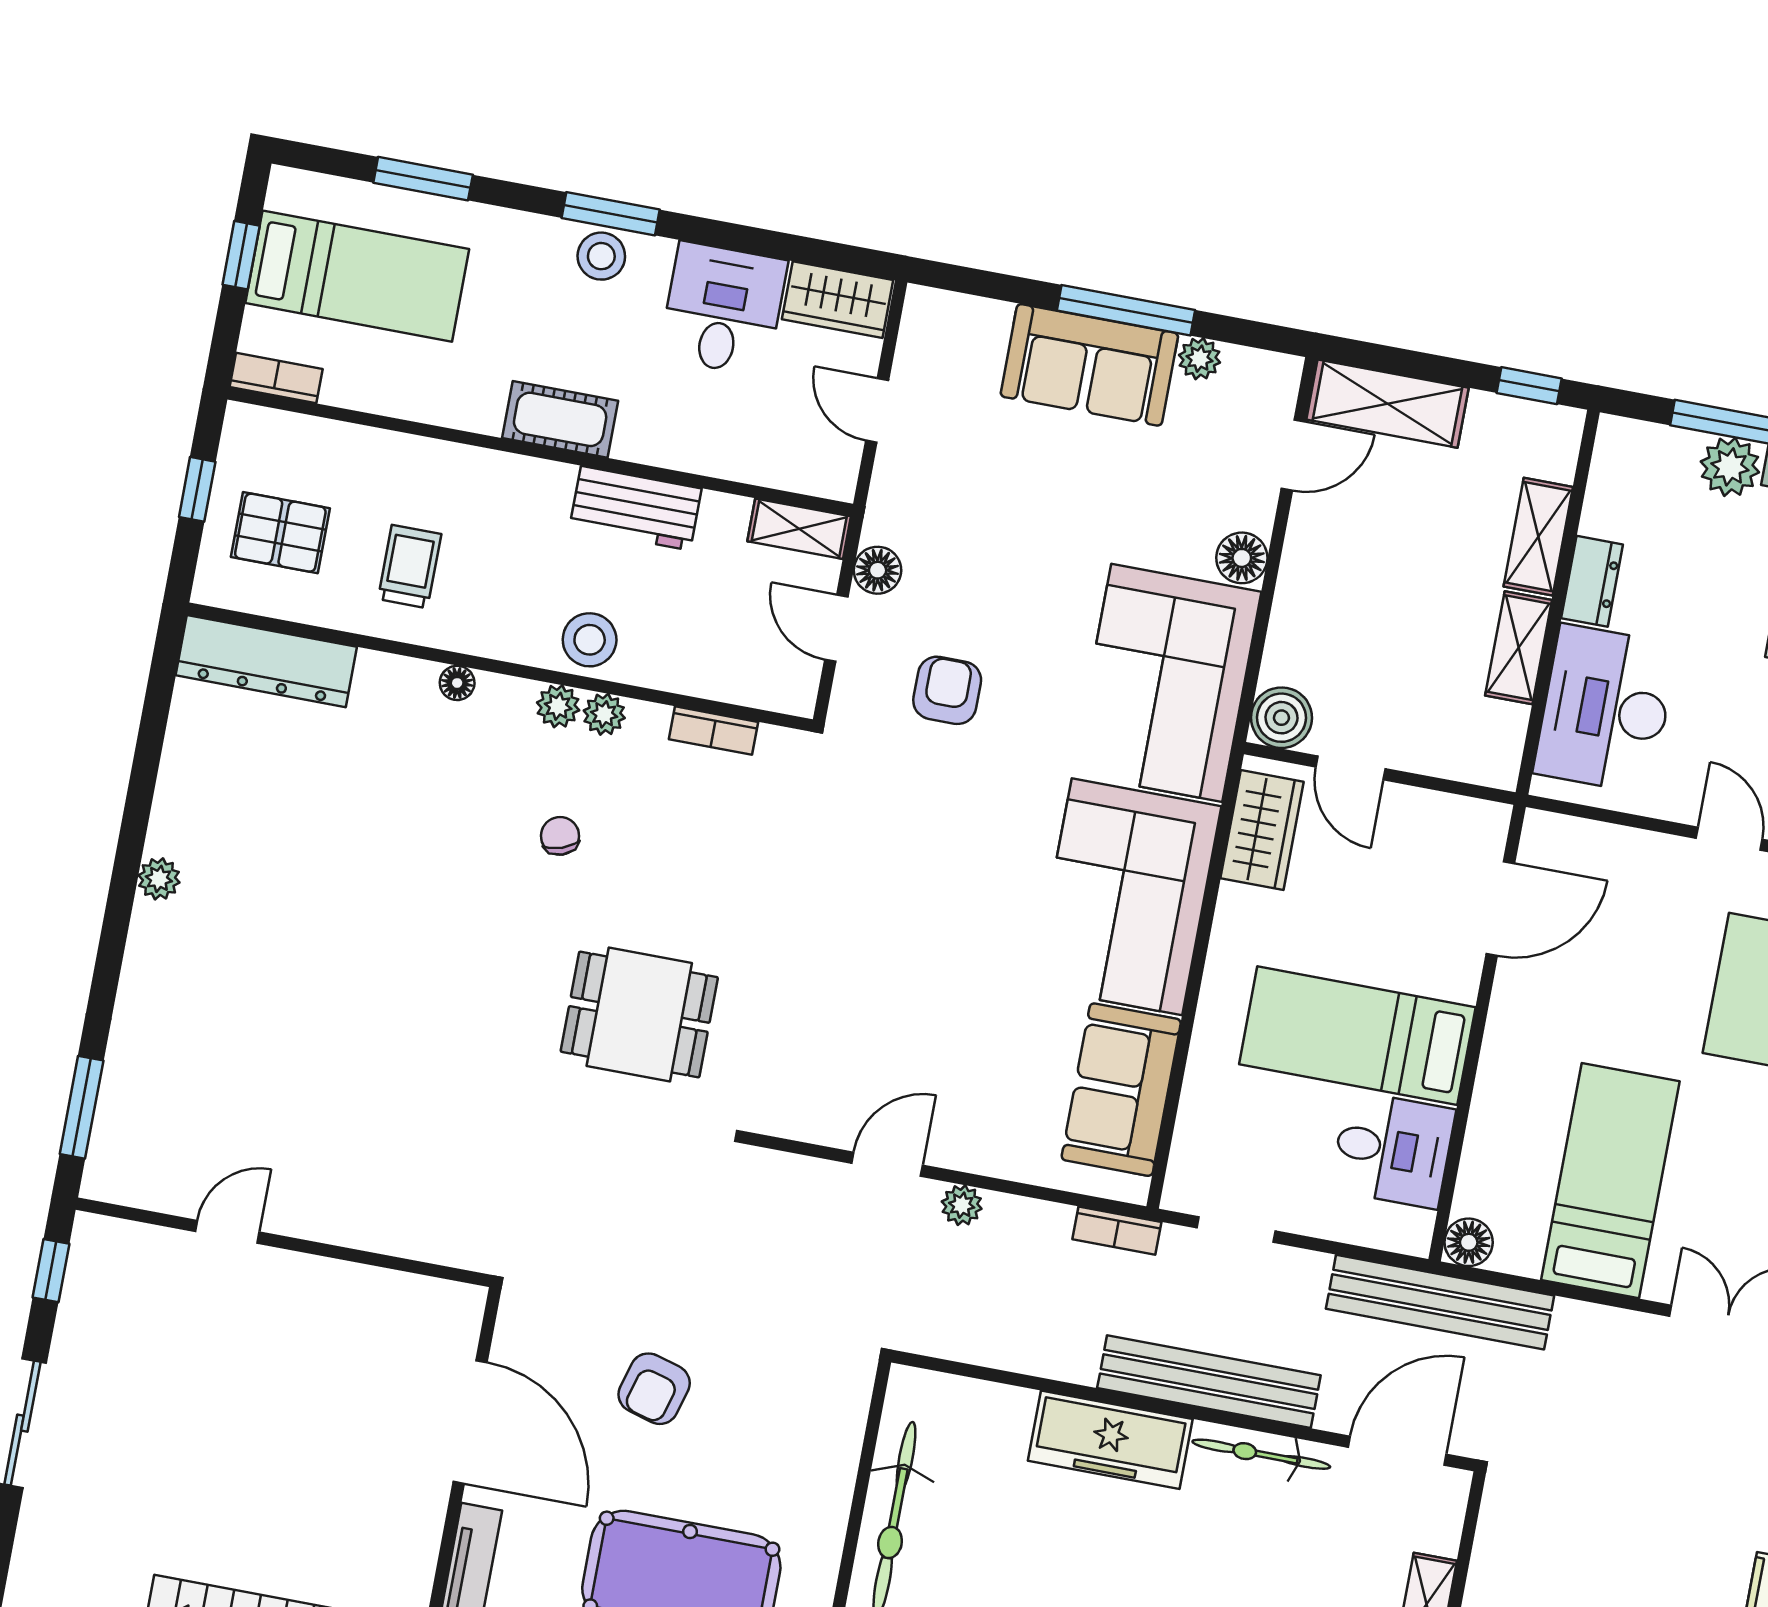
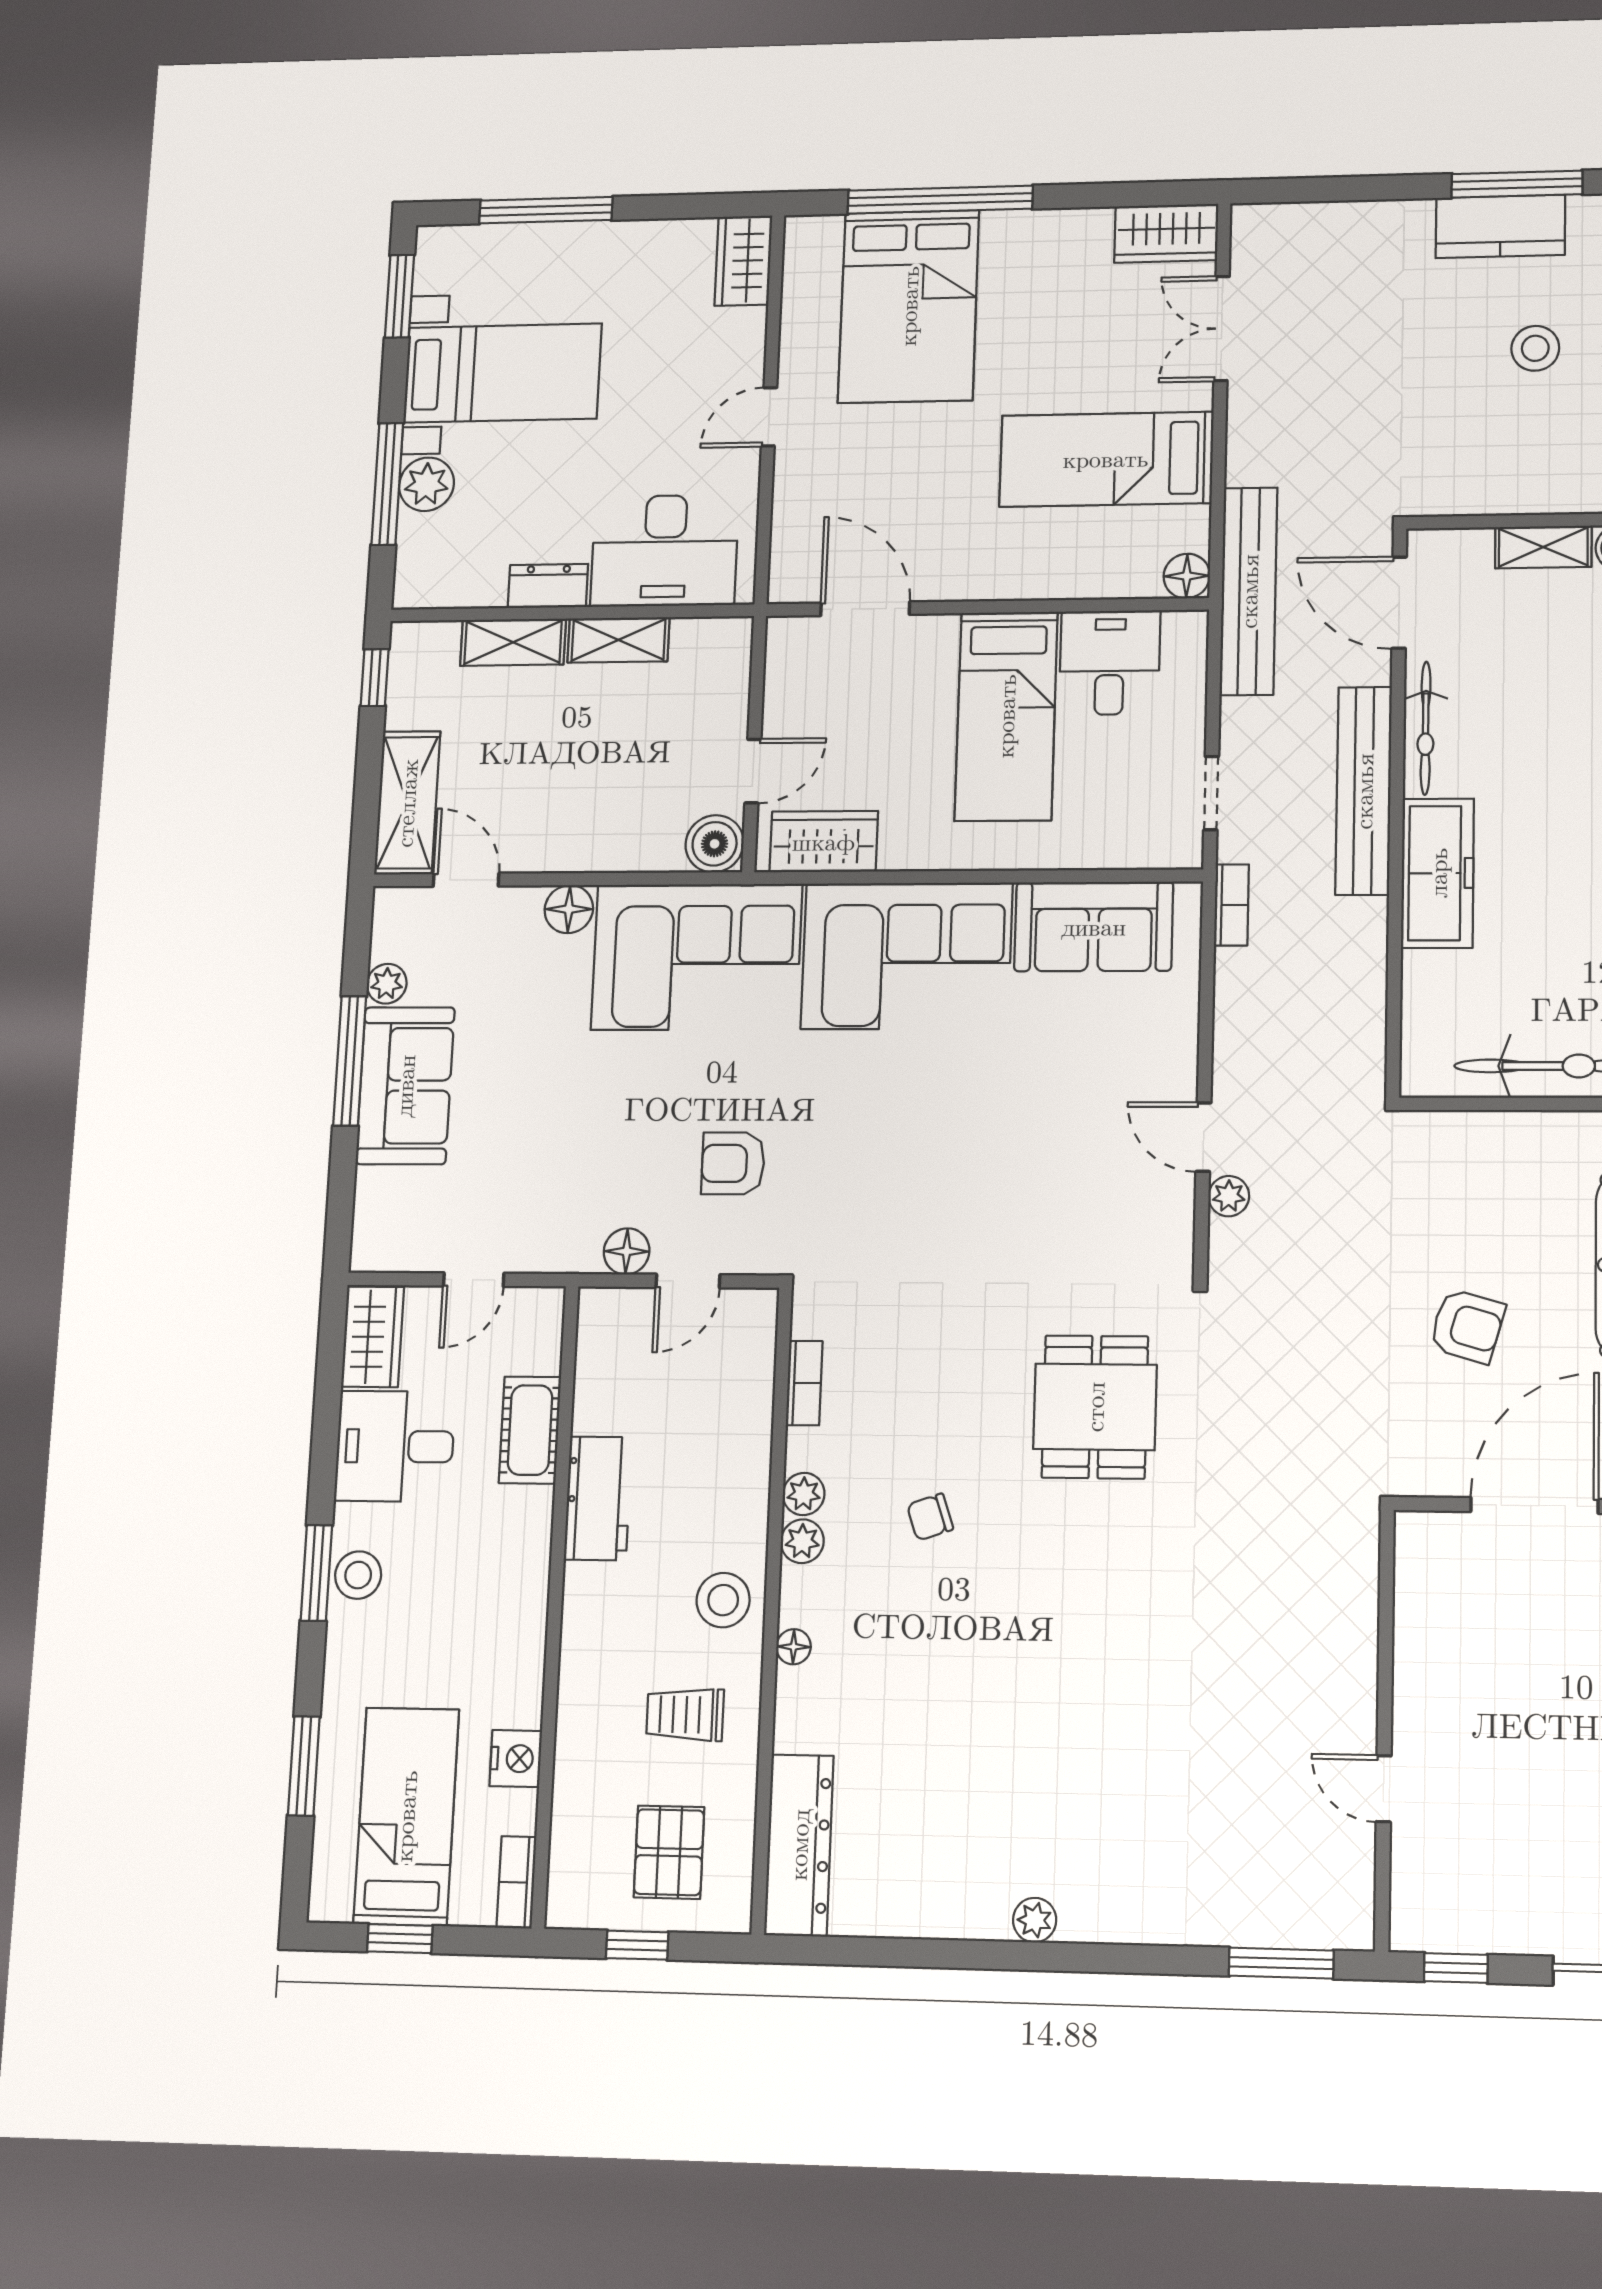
nightstand: (395, 393) -> (516, 1759), added
cot: (560, 419) -> (530, 1430), moved
shelving: (799, 529) -> (597, 1334), removed
stool: (590, 640) -> (723, 1600), moved
plant: (962, 1205) -> (1229, 1196), moved

